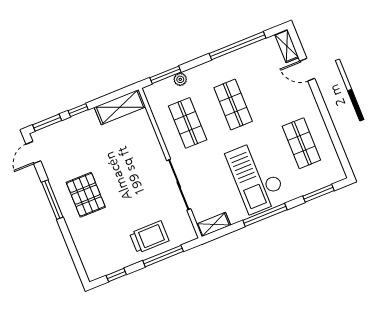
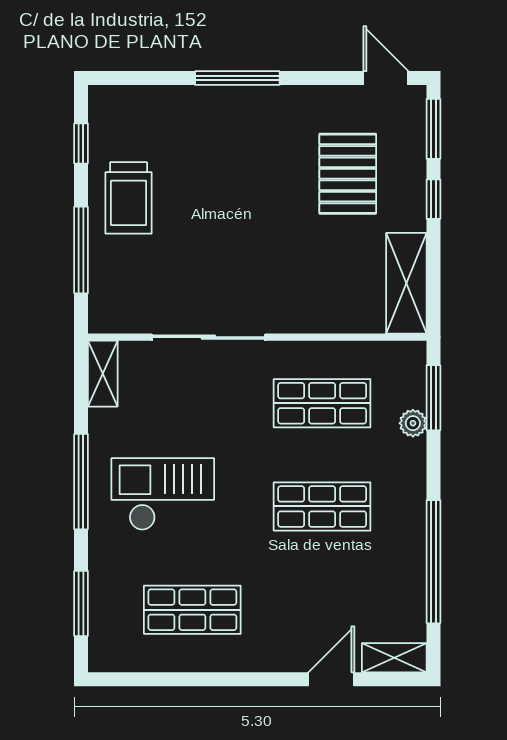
checkout: (256, 177) -> (163, 494), width x0.73, depth x0.83
pallet: (86, 195) -> (348, 174), moved, turned 90
window: (52, 200) -> (237, 78), moved
trolley: (149, 237) -> (129, 198), moved

